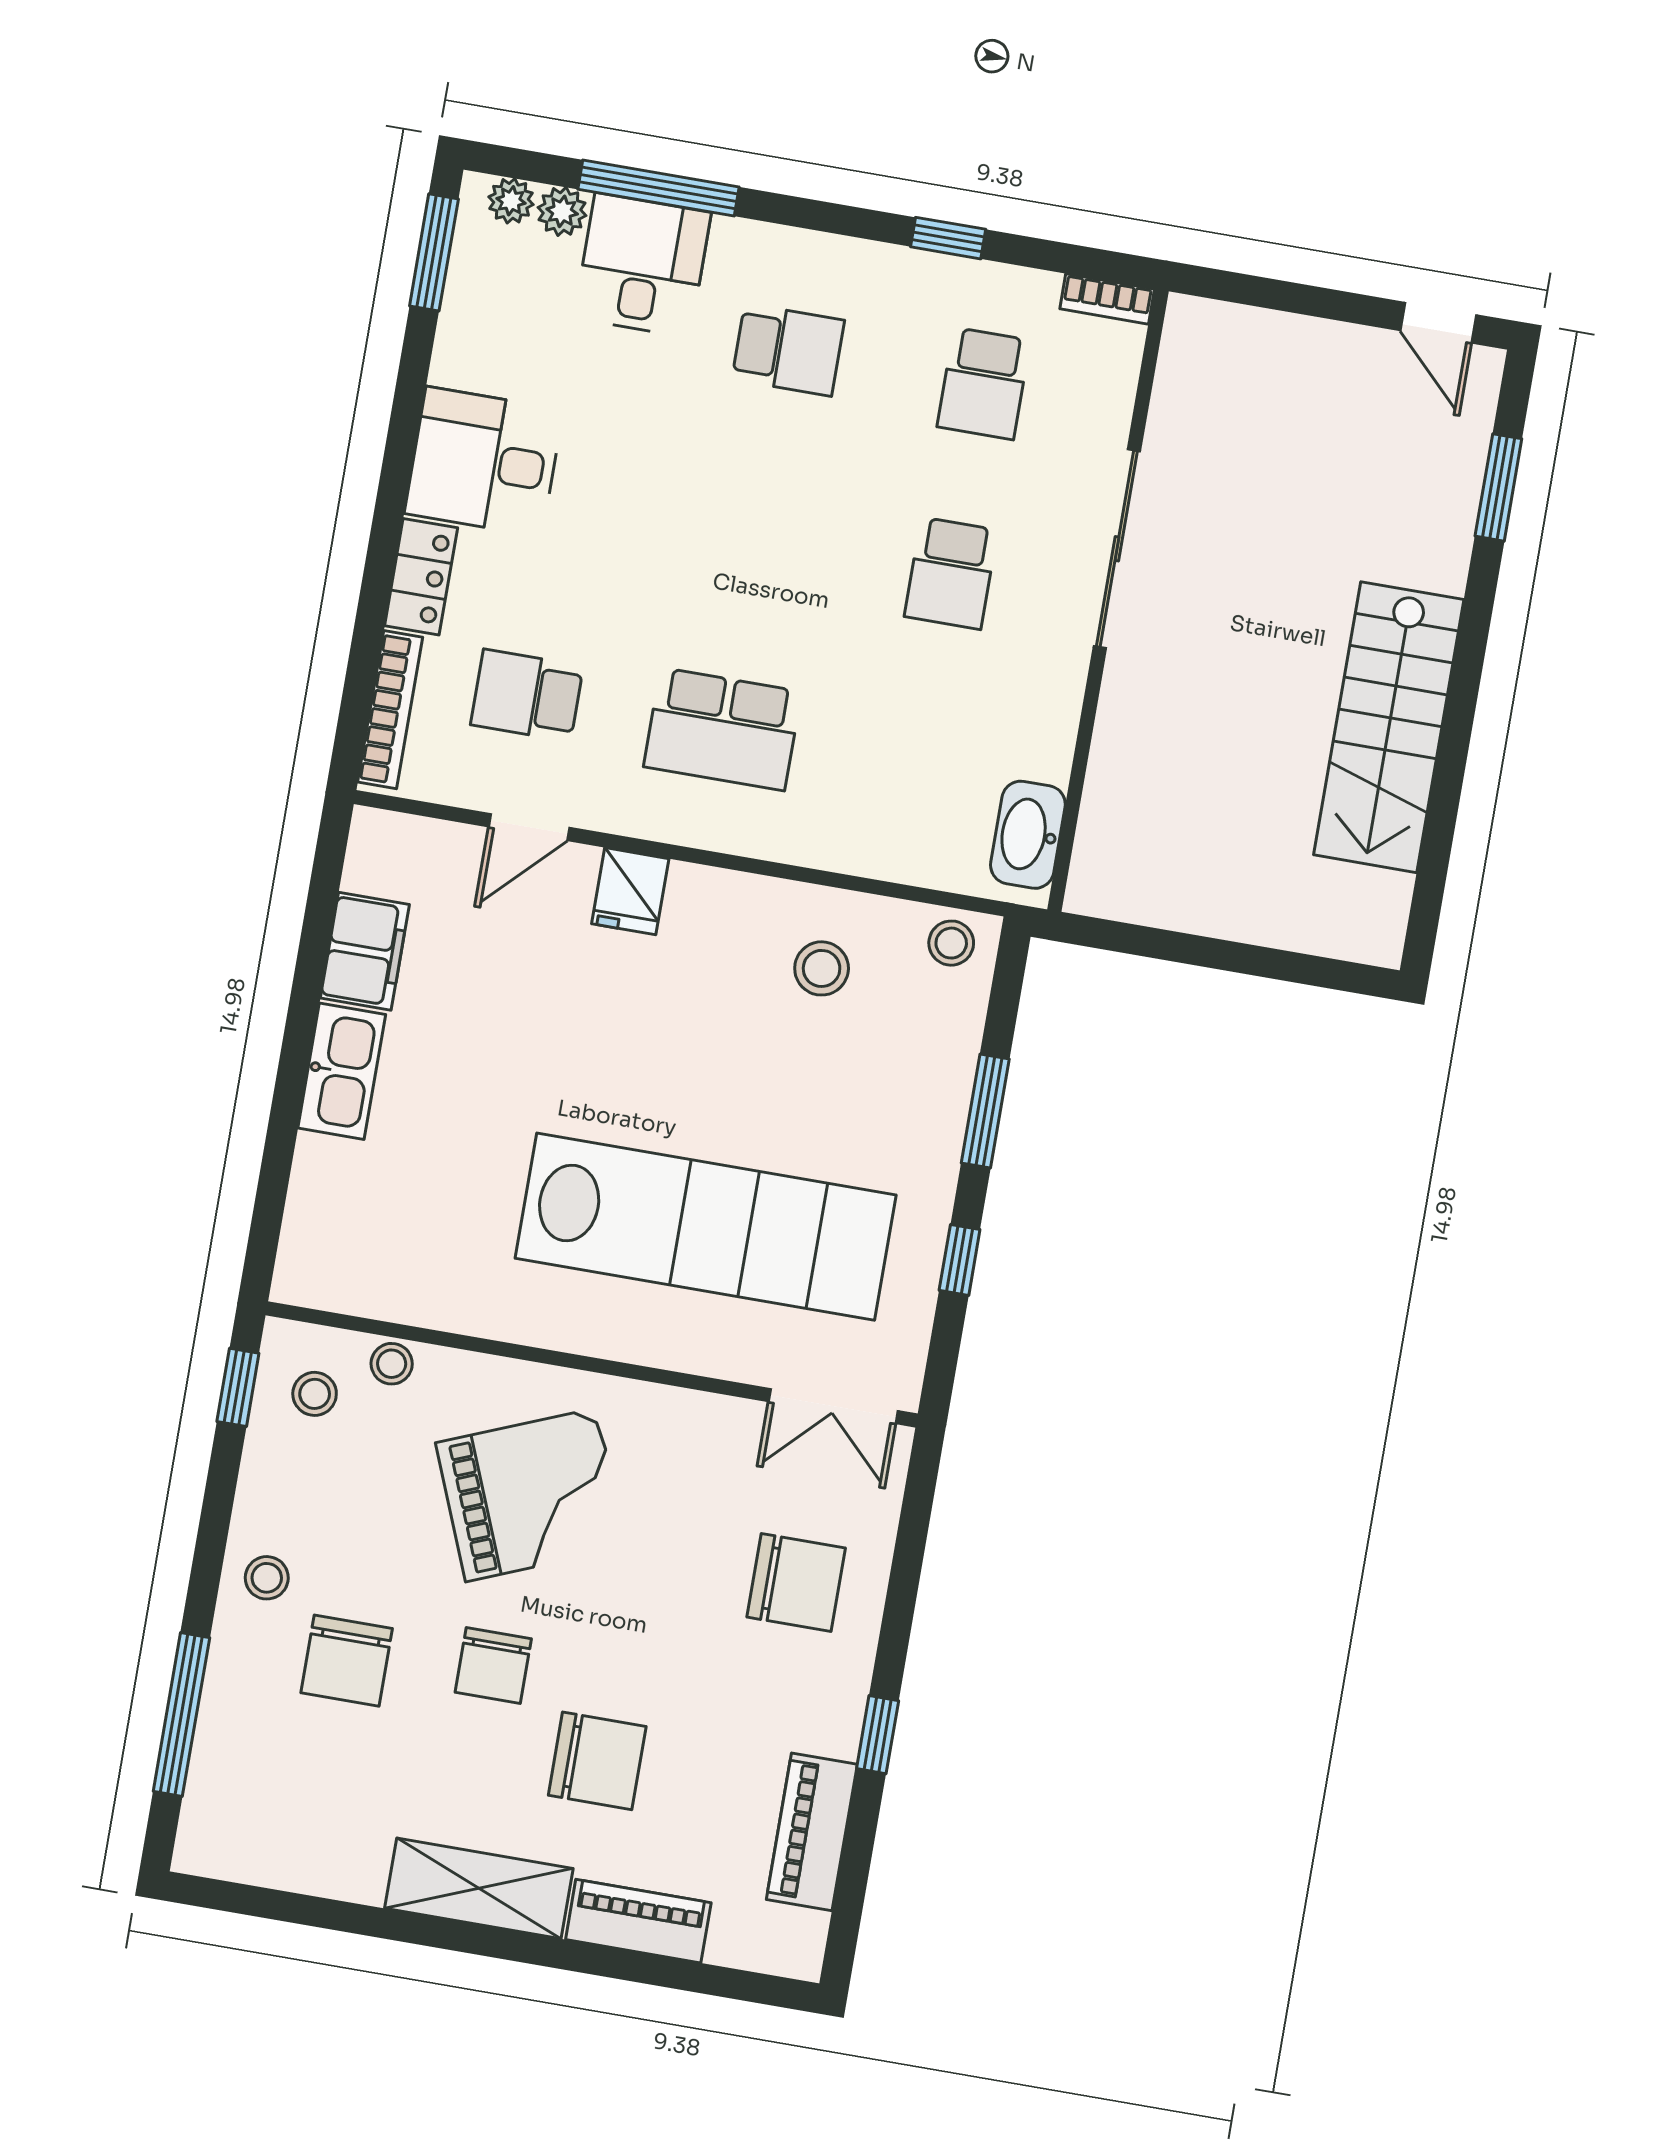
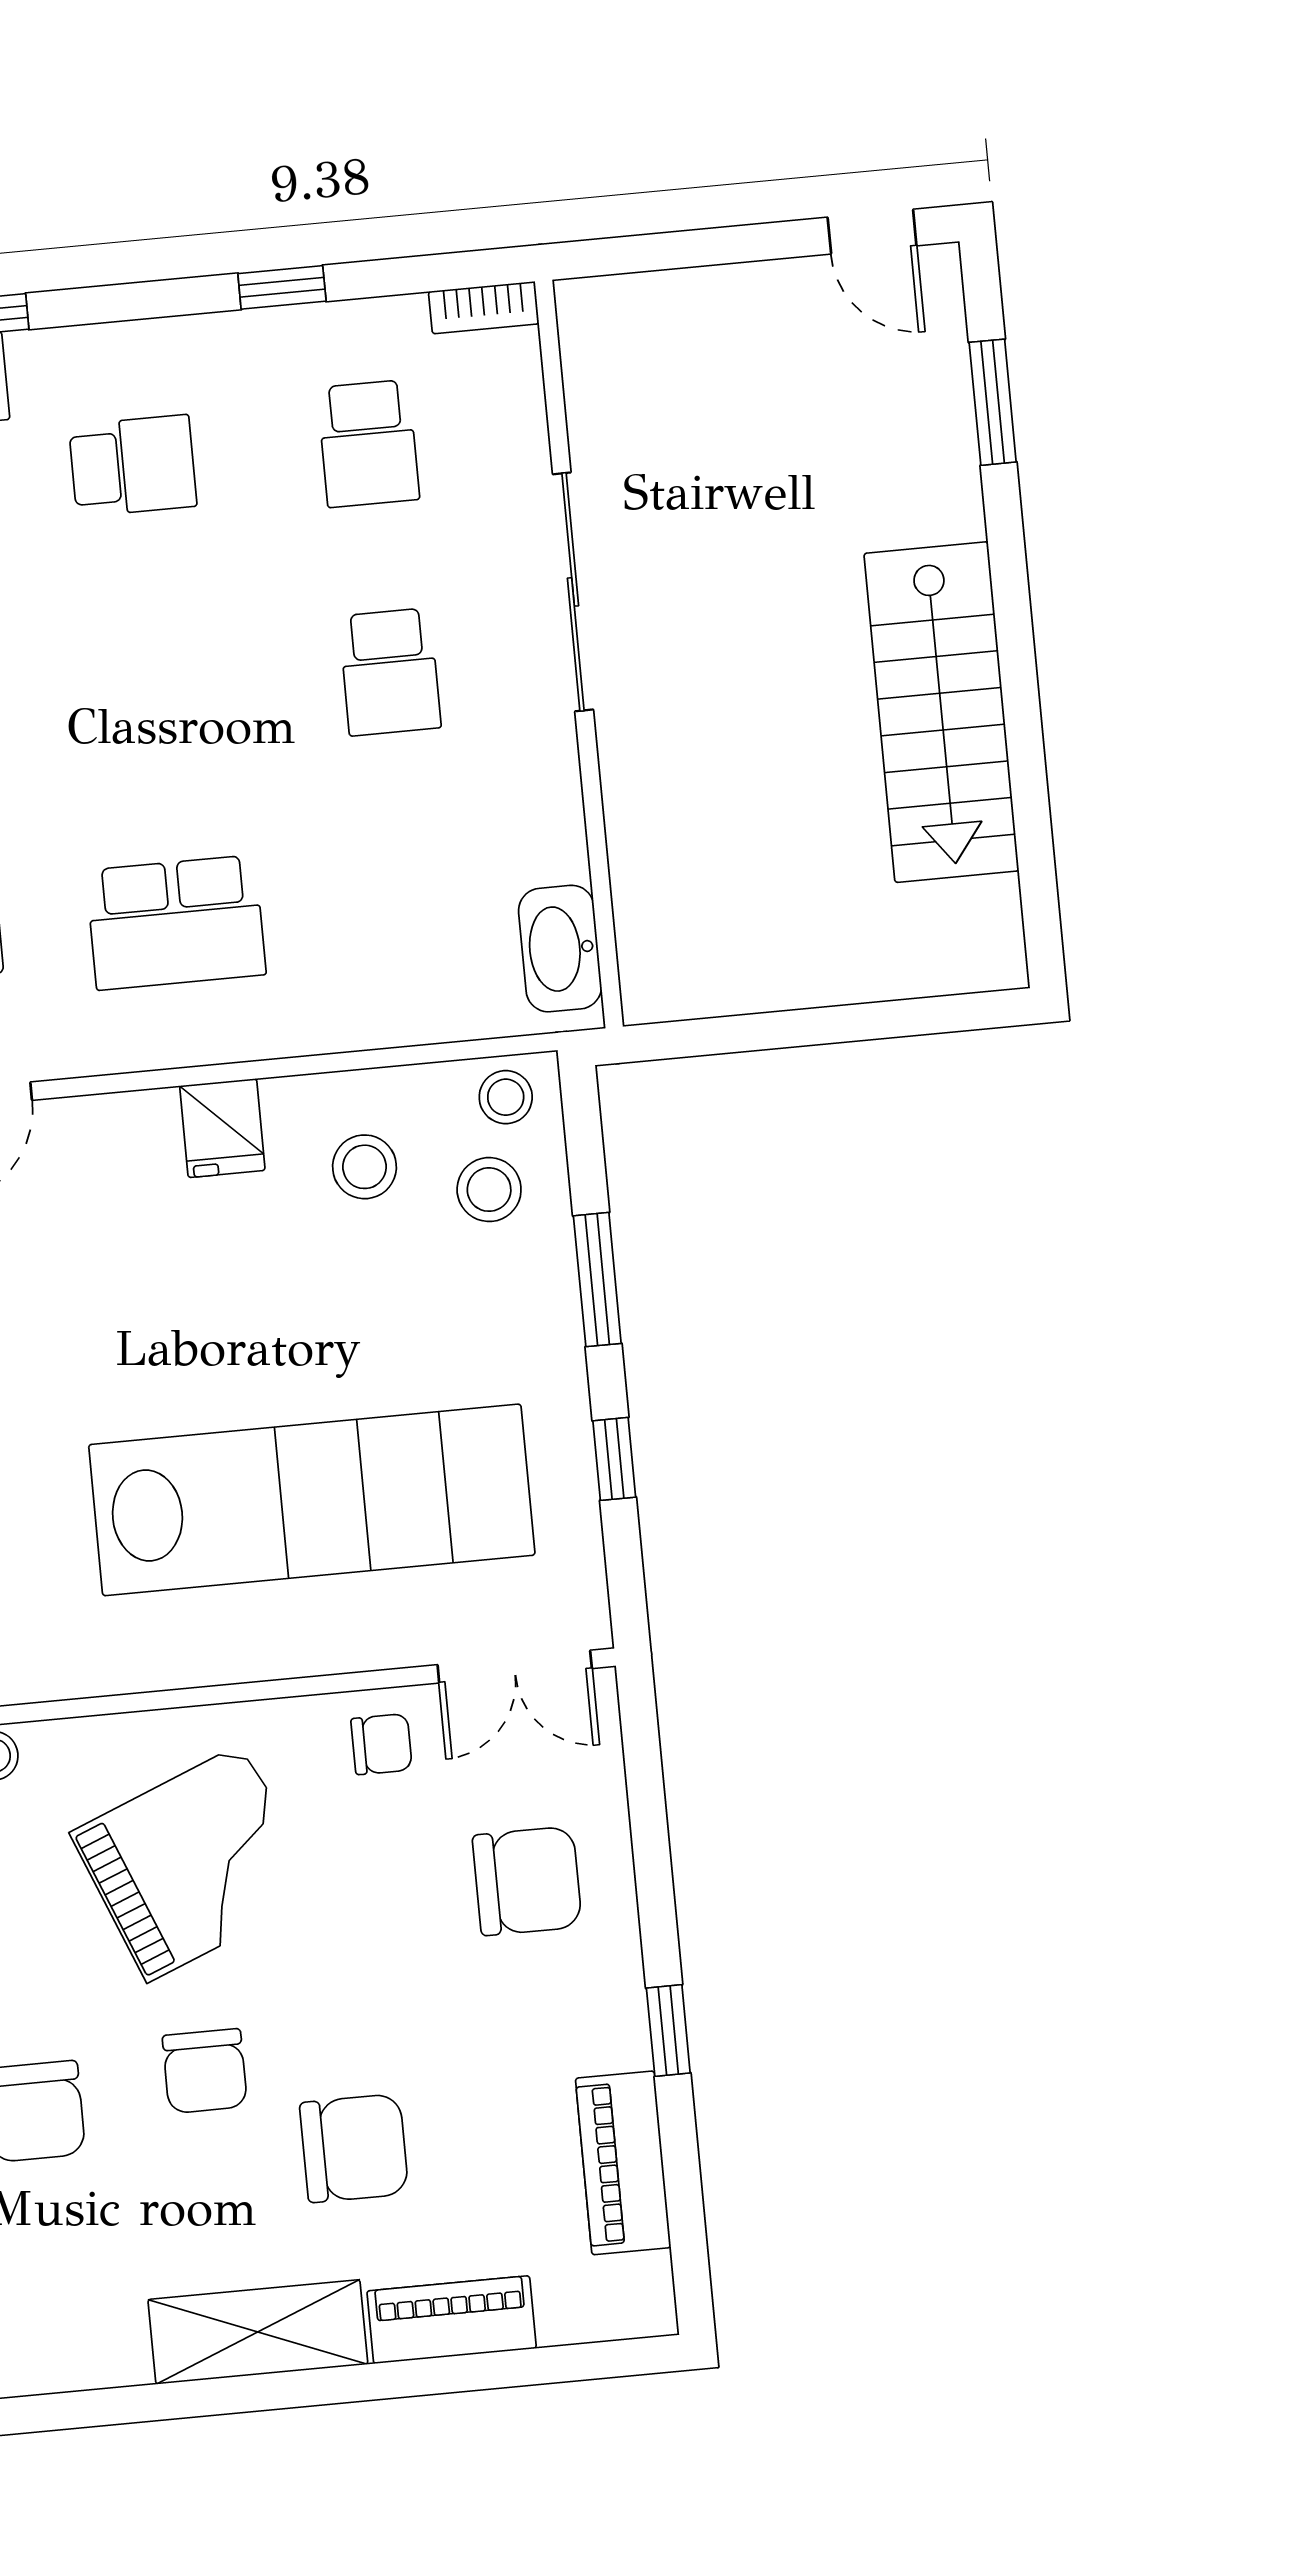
fridge: (630, 891) -> (222, 1128), moved
stool: (917, 1014) -> (489, 1190), added
chair: (708, 1440) -> (382, 1744), added

